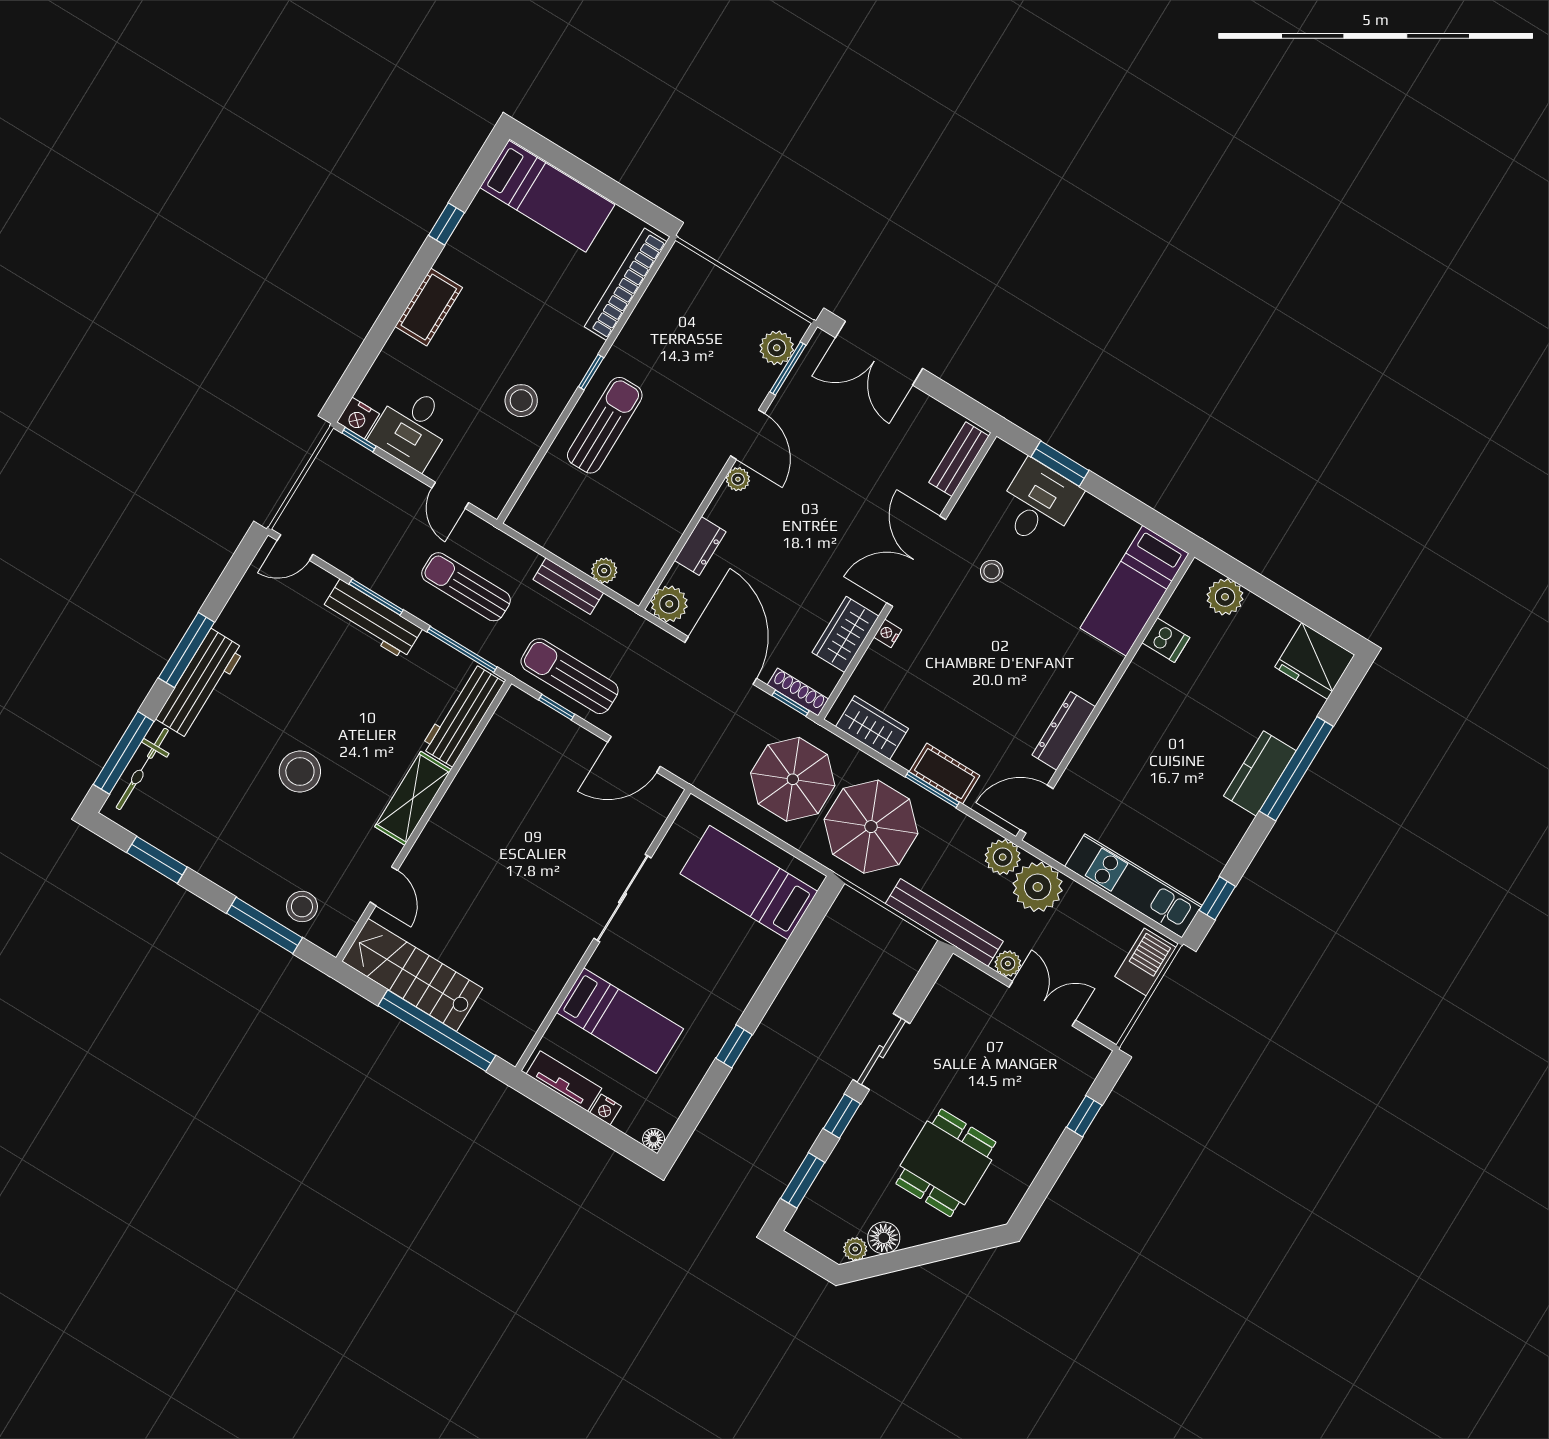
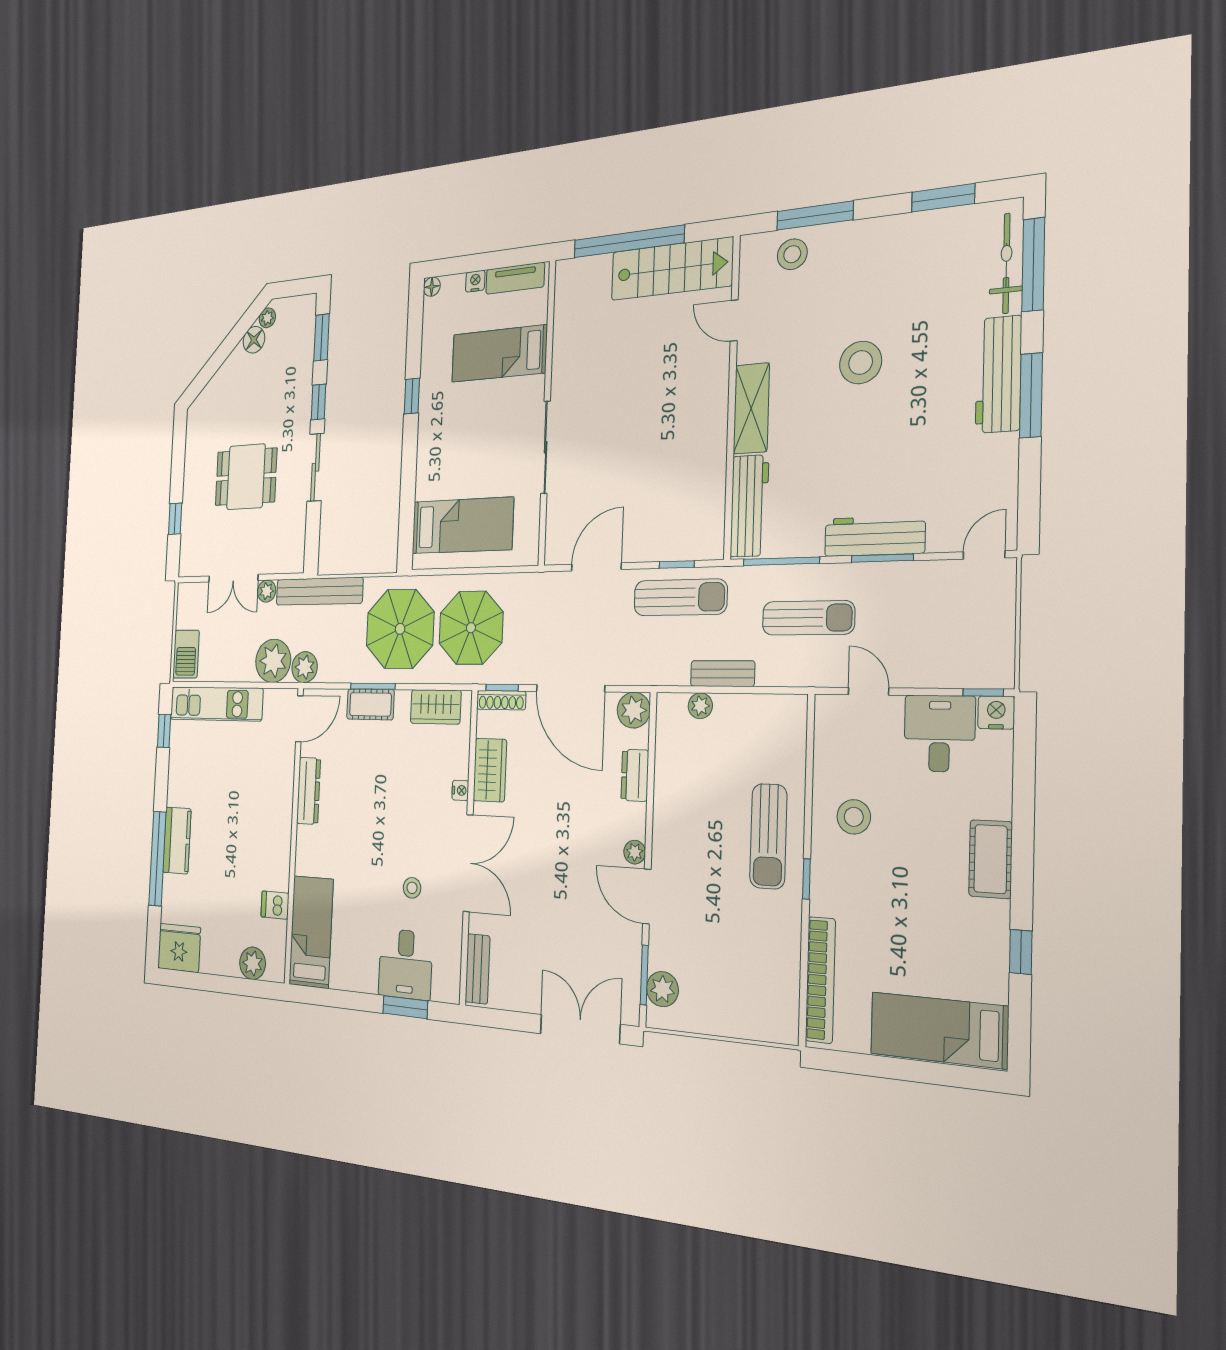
dining table: (946, 1163) -> (246, 477), moved, turned 90

